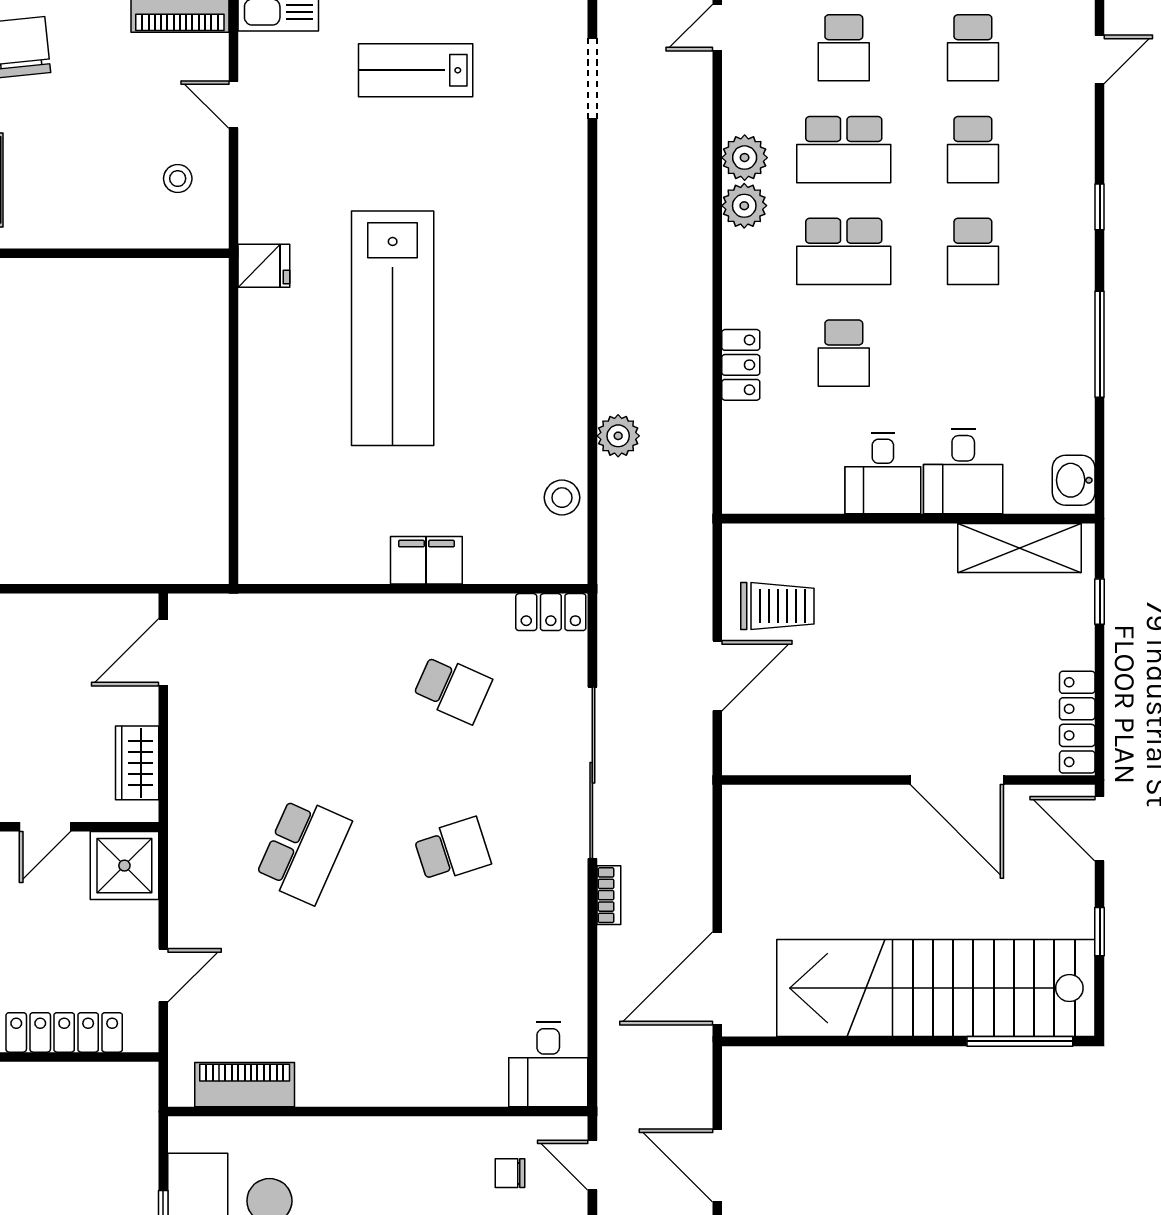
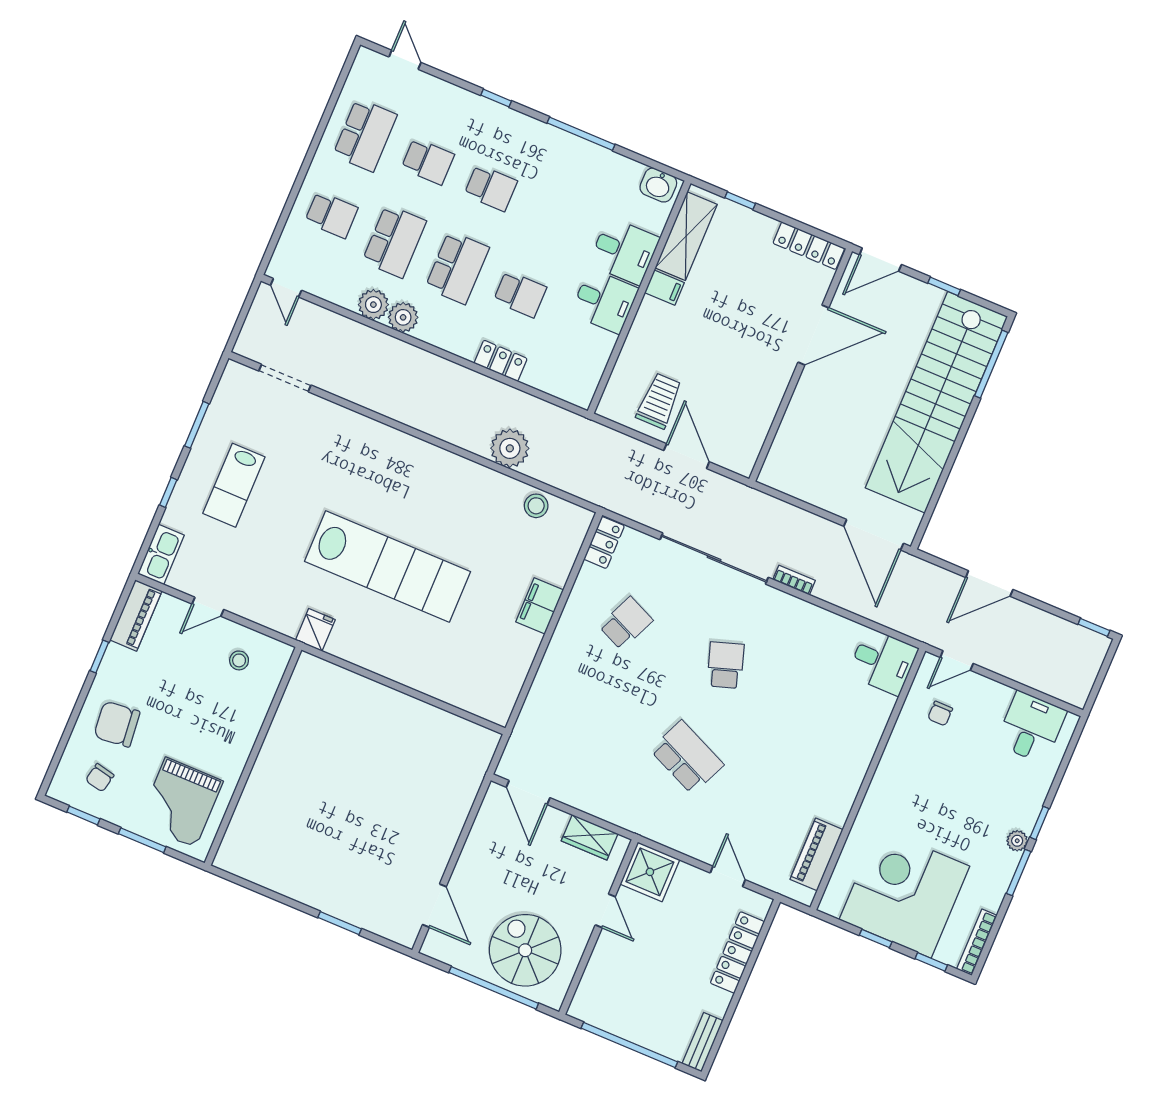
school desk: (973, 48) -> (365, 135), width x1.85
plant: (618, 436) -> (510, 448), width x1.36, depth x1.36
filing cabinet: (936, 548) -> (664, 288), added

